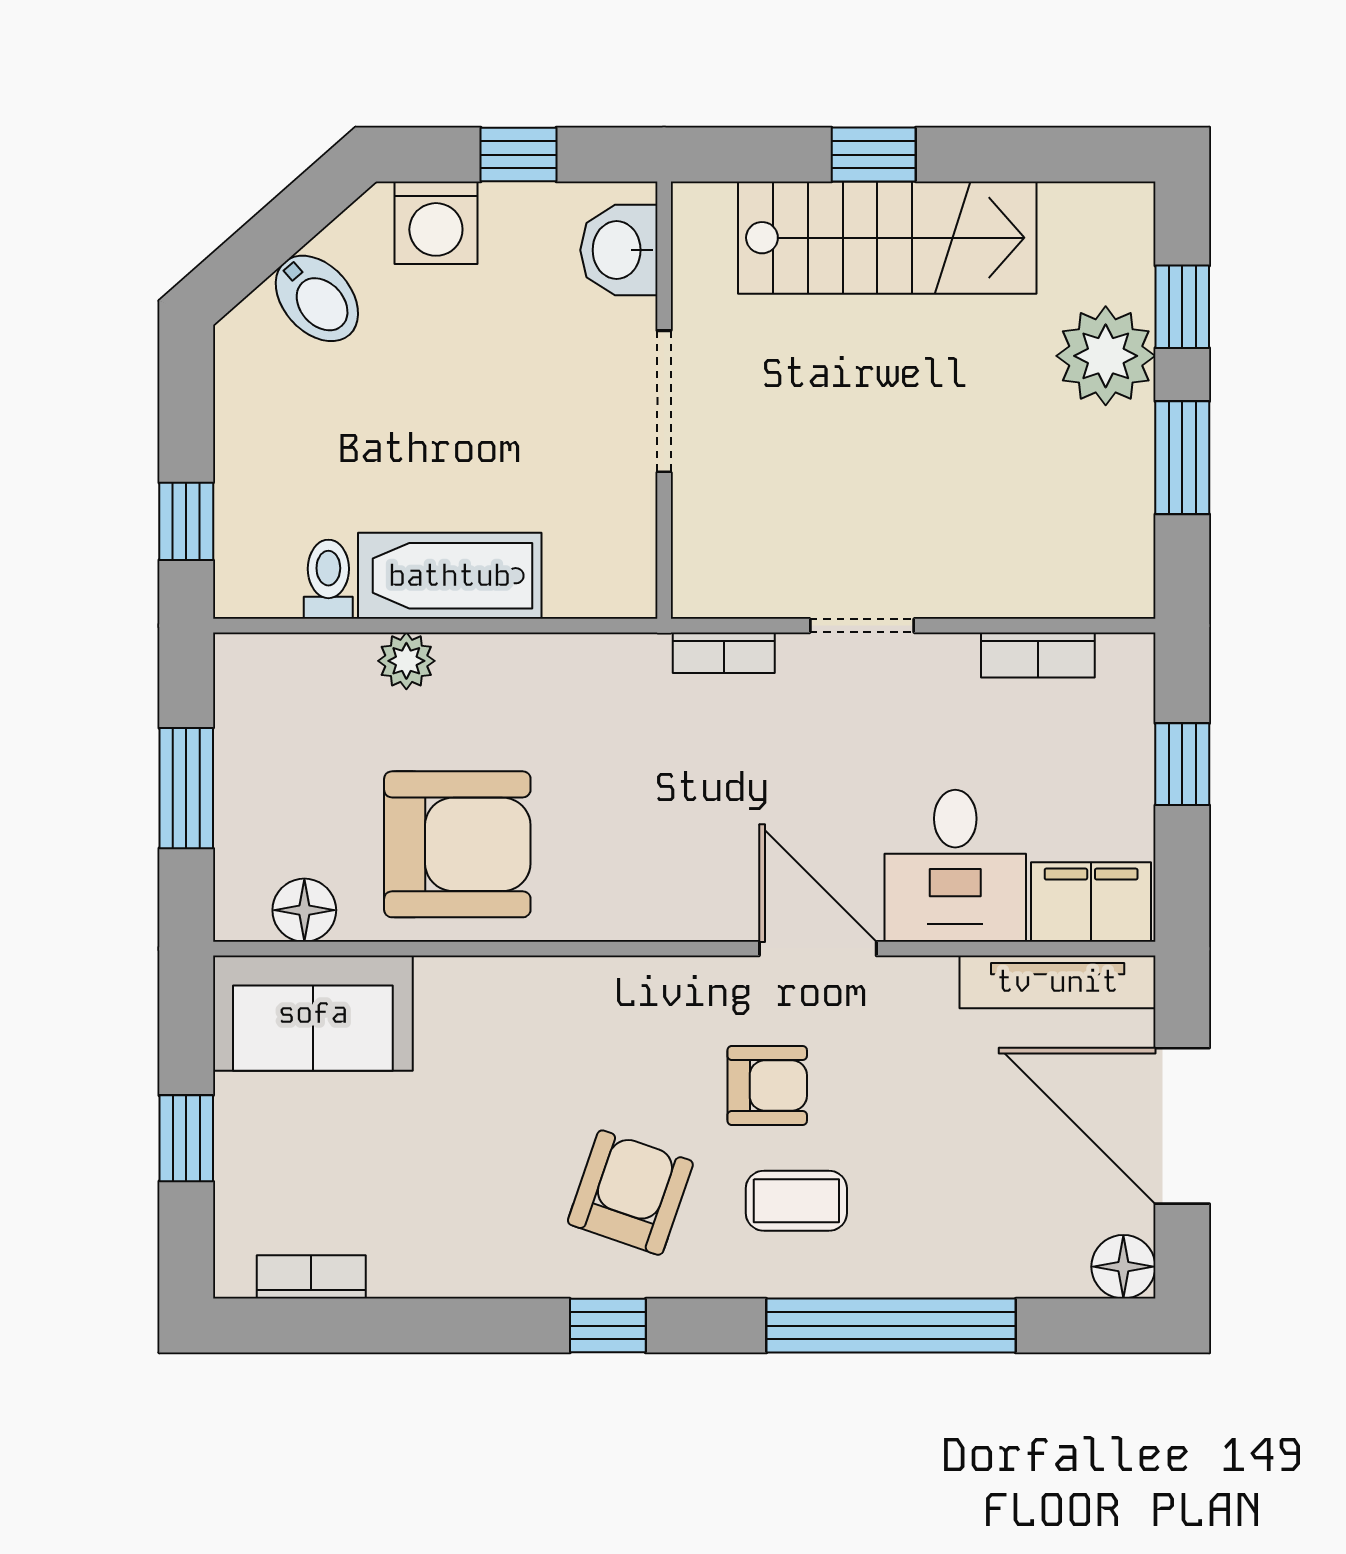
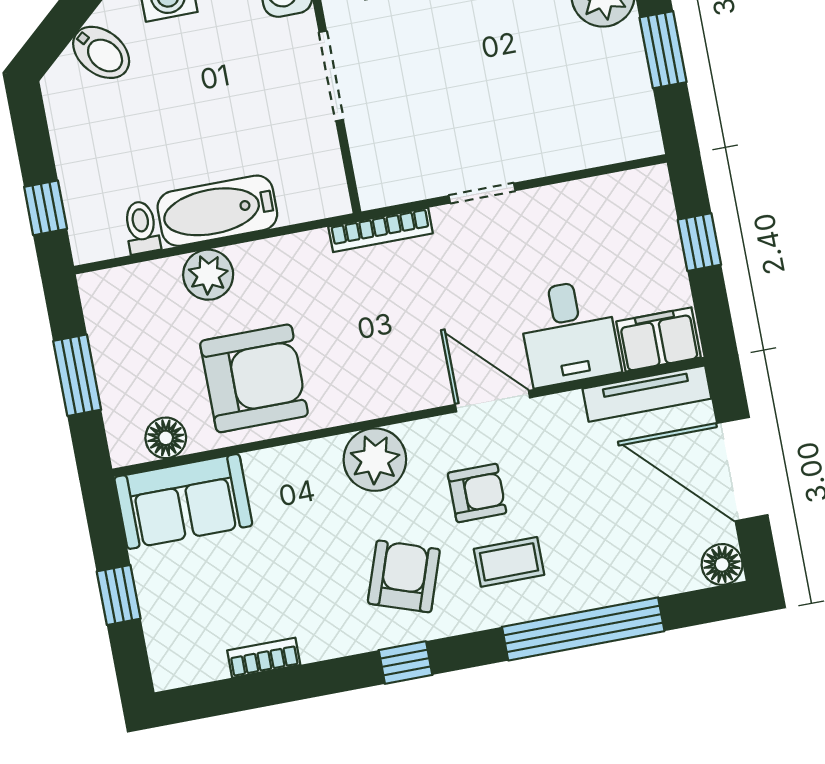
bookcase: (724, 653) -> (381, 230), width x1.56
bookcase: (1038, 655) -> (596, 191), removed
plant: (406, 661) -> (208, 275), width x1.38, depth x1.38
plant: (620, 1004) -> (375, 460), added
bookcase: (311, 1277) -> (264, 658), moved

